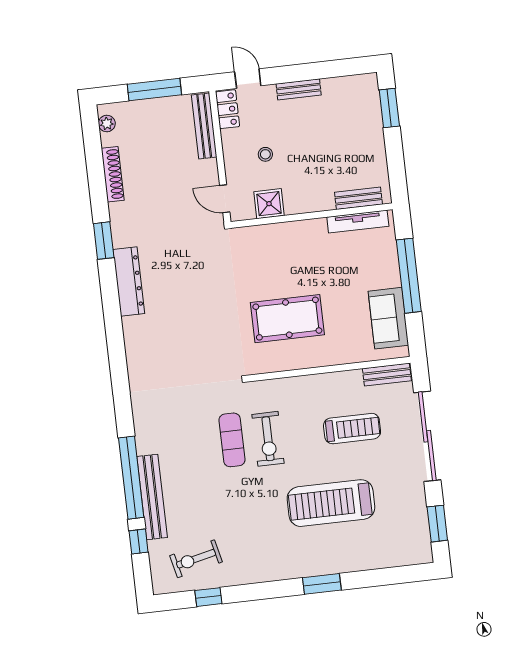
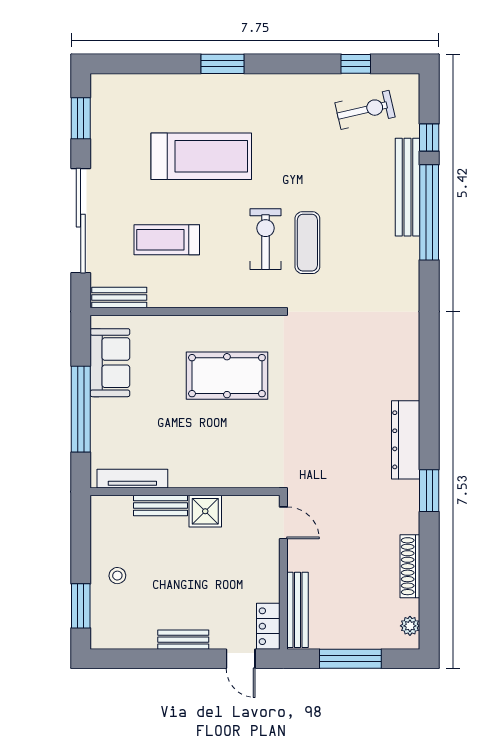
stool: (265, 154) -> (117, 576), moved
bench: (358, 198) -> (160, 505), moved
shower: (269, 204) -> (205, 511), moved

